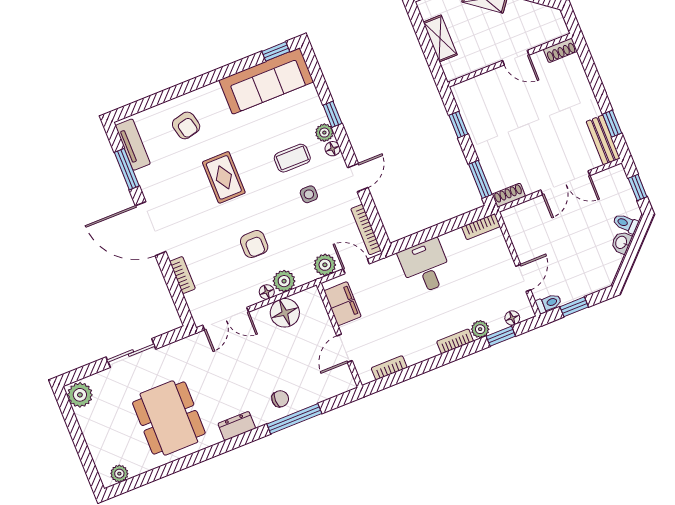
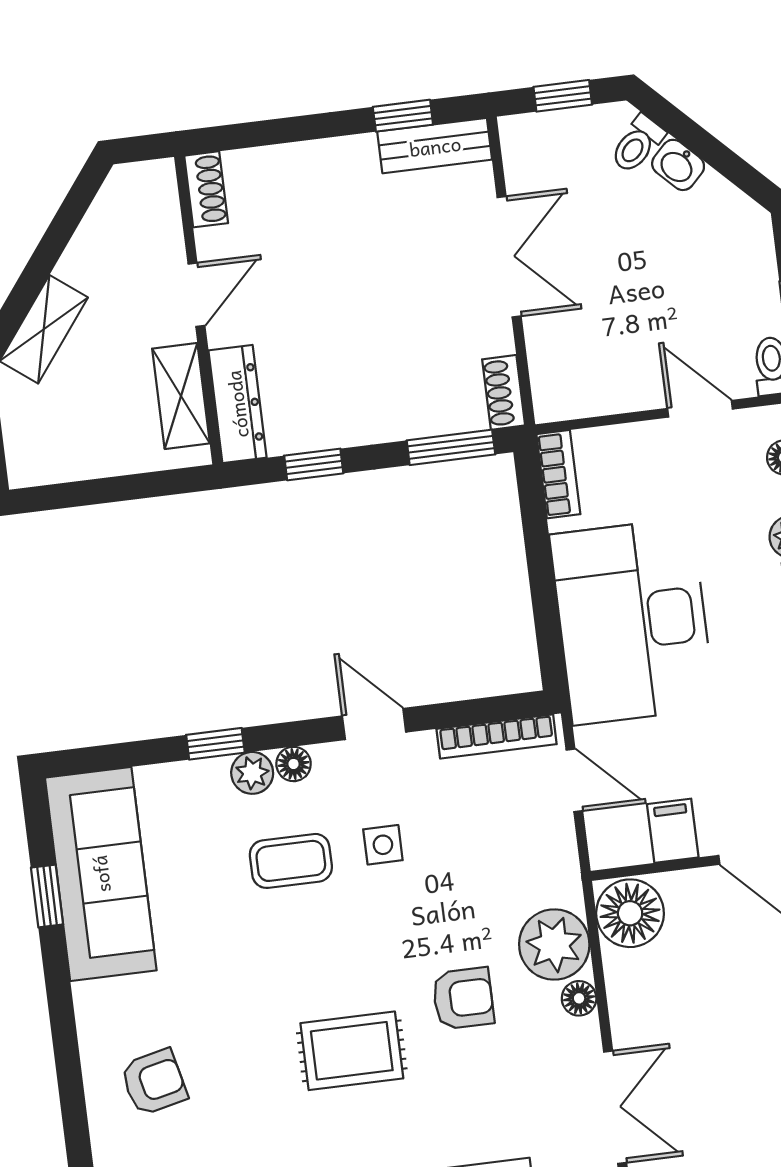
shelving: (440, 38) -> (181, 396), moved, turned 90
window: (276, 51) -> (47, 896), moved
dresser: (475, 87) -> (237, 404), added
coffee table: (292, 158) -> (291, 861), turned 90
rug: (224, 177) -> (352, 1051), moved
plant: (325, 265) -> (552, 850), removed
door: (356, 266) -> (574, 780), swing flipped
desk: (425, 267) -> (632, 621), width x1.87, depth x1.30
plant: (284, 281) -> (554, 944), width x1.36, depth x1.36
filing cabinet: (343, 304) -> (673, 831), width x0.50
floor lamp: (285, 313) -> (630, 913), moved

